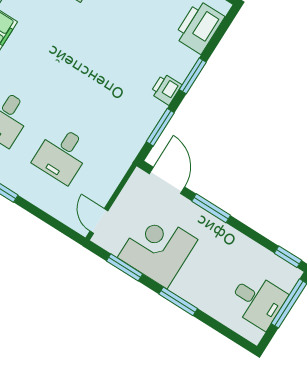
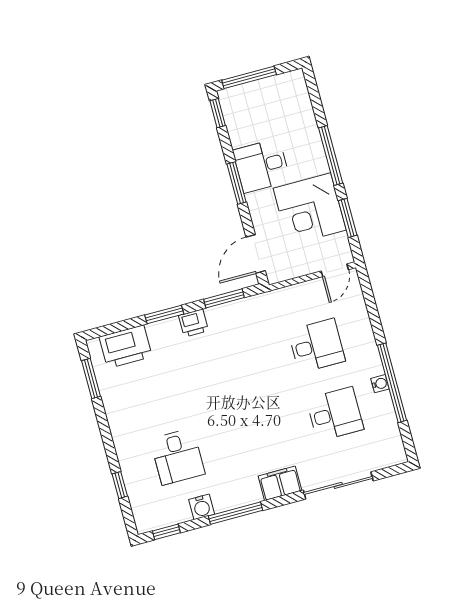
window: (211, 208) -> (236, 183), moved
window: (178, 301) -> (331, 156), width x1.44
desk: (258, 301) -> (261, 166), moved, turned -90

